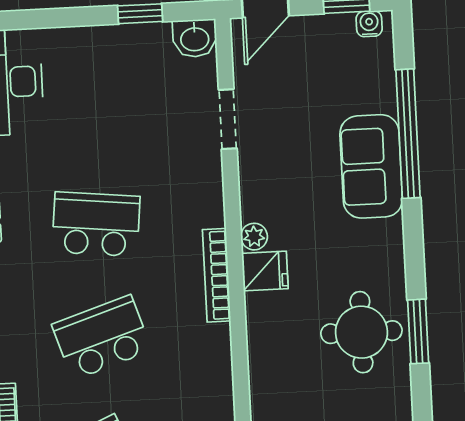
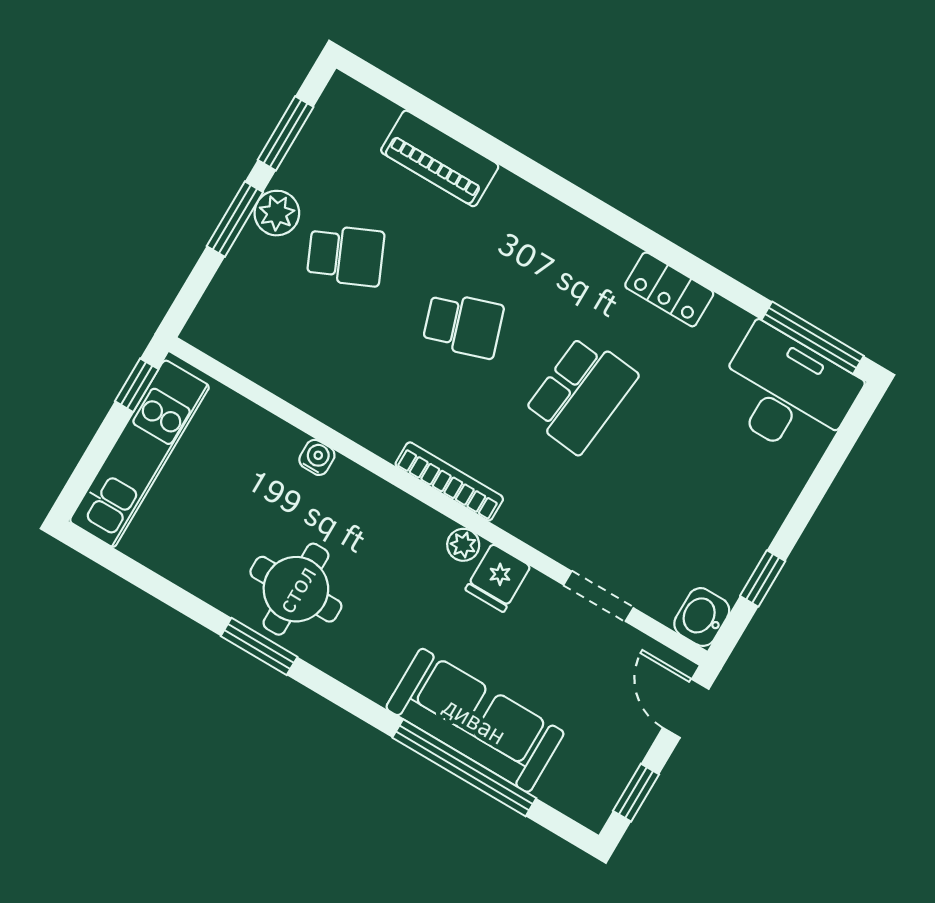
water cooler: (369, 24) -> (317, 457), moved, turned -90
sofa: (371, 166) -> (475, 720), width x1.36
fridge: (265, 271) -> (498, 578), moved
school desk: (102, 337) -> (463, 325), width x0.54

